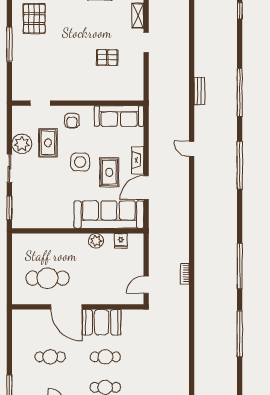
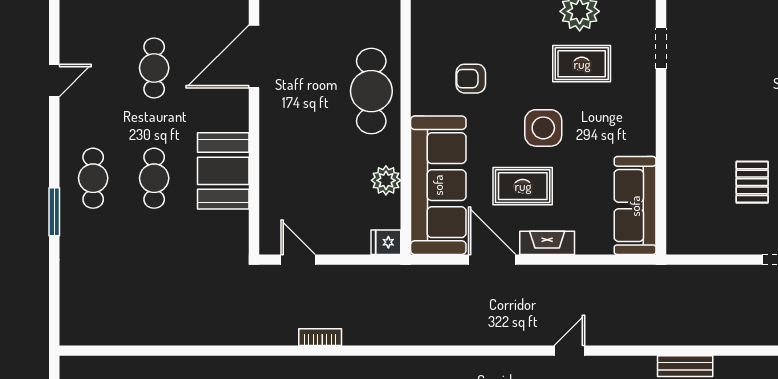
armchair: (72, 121) -> (471, 79), moved
plant: (96, 241) -> (386, 180), moved
fridge: (121, 241) -> (386, 242), moved
cafe table: (48, 278) -> (371, 91), moved
door: (66, 307) -> (254, 57), moved

